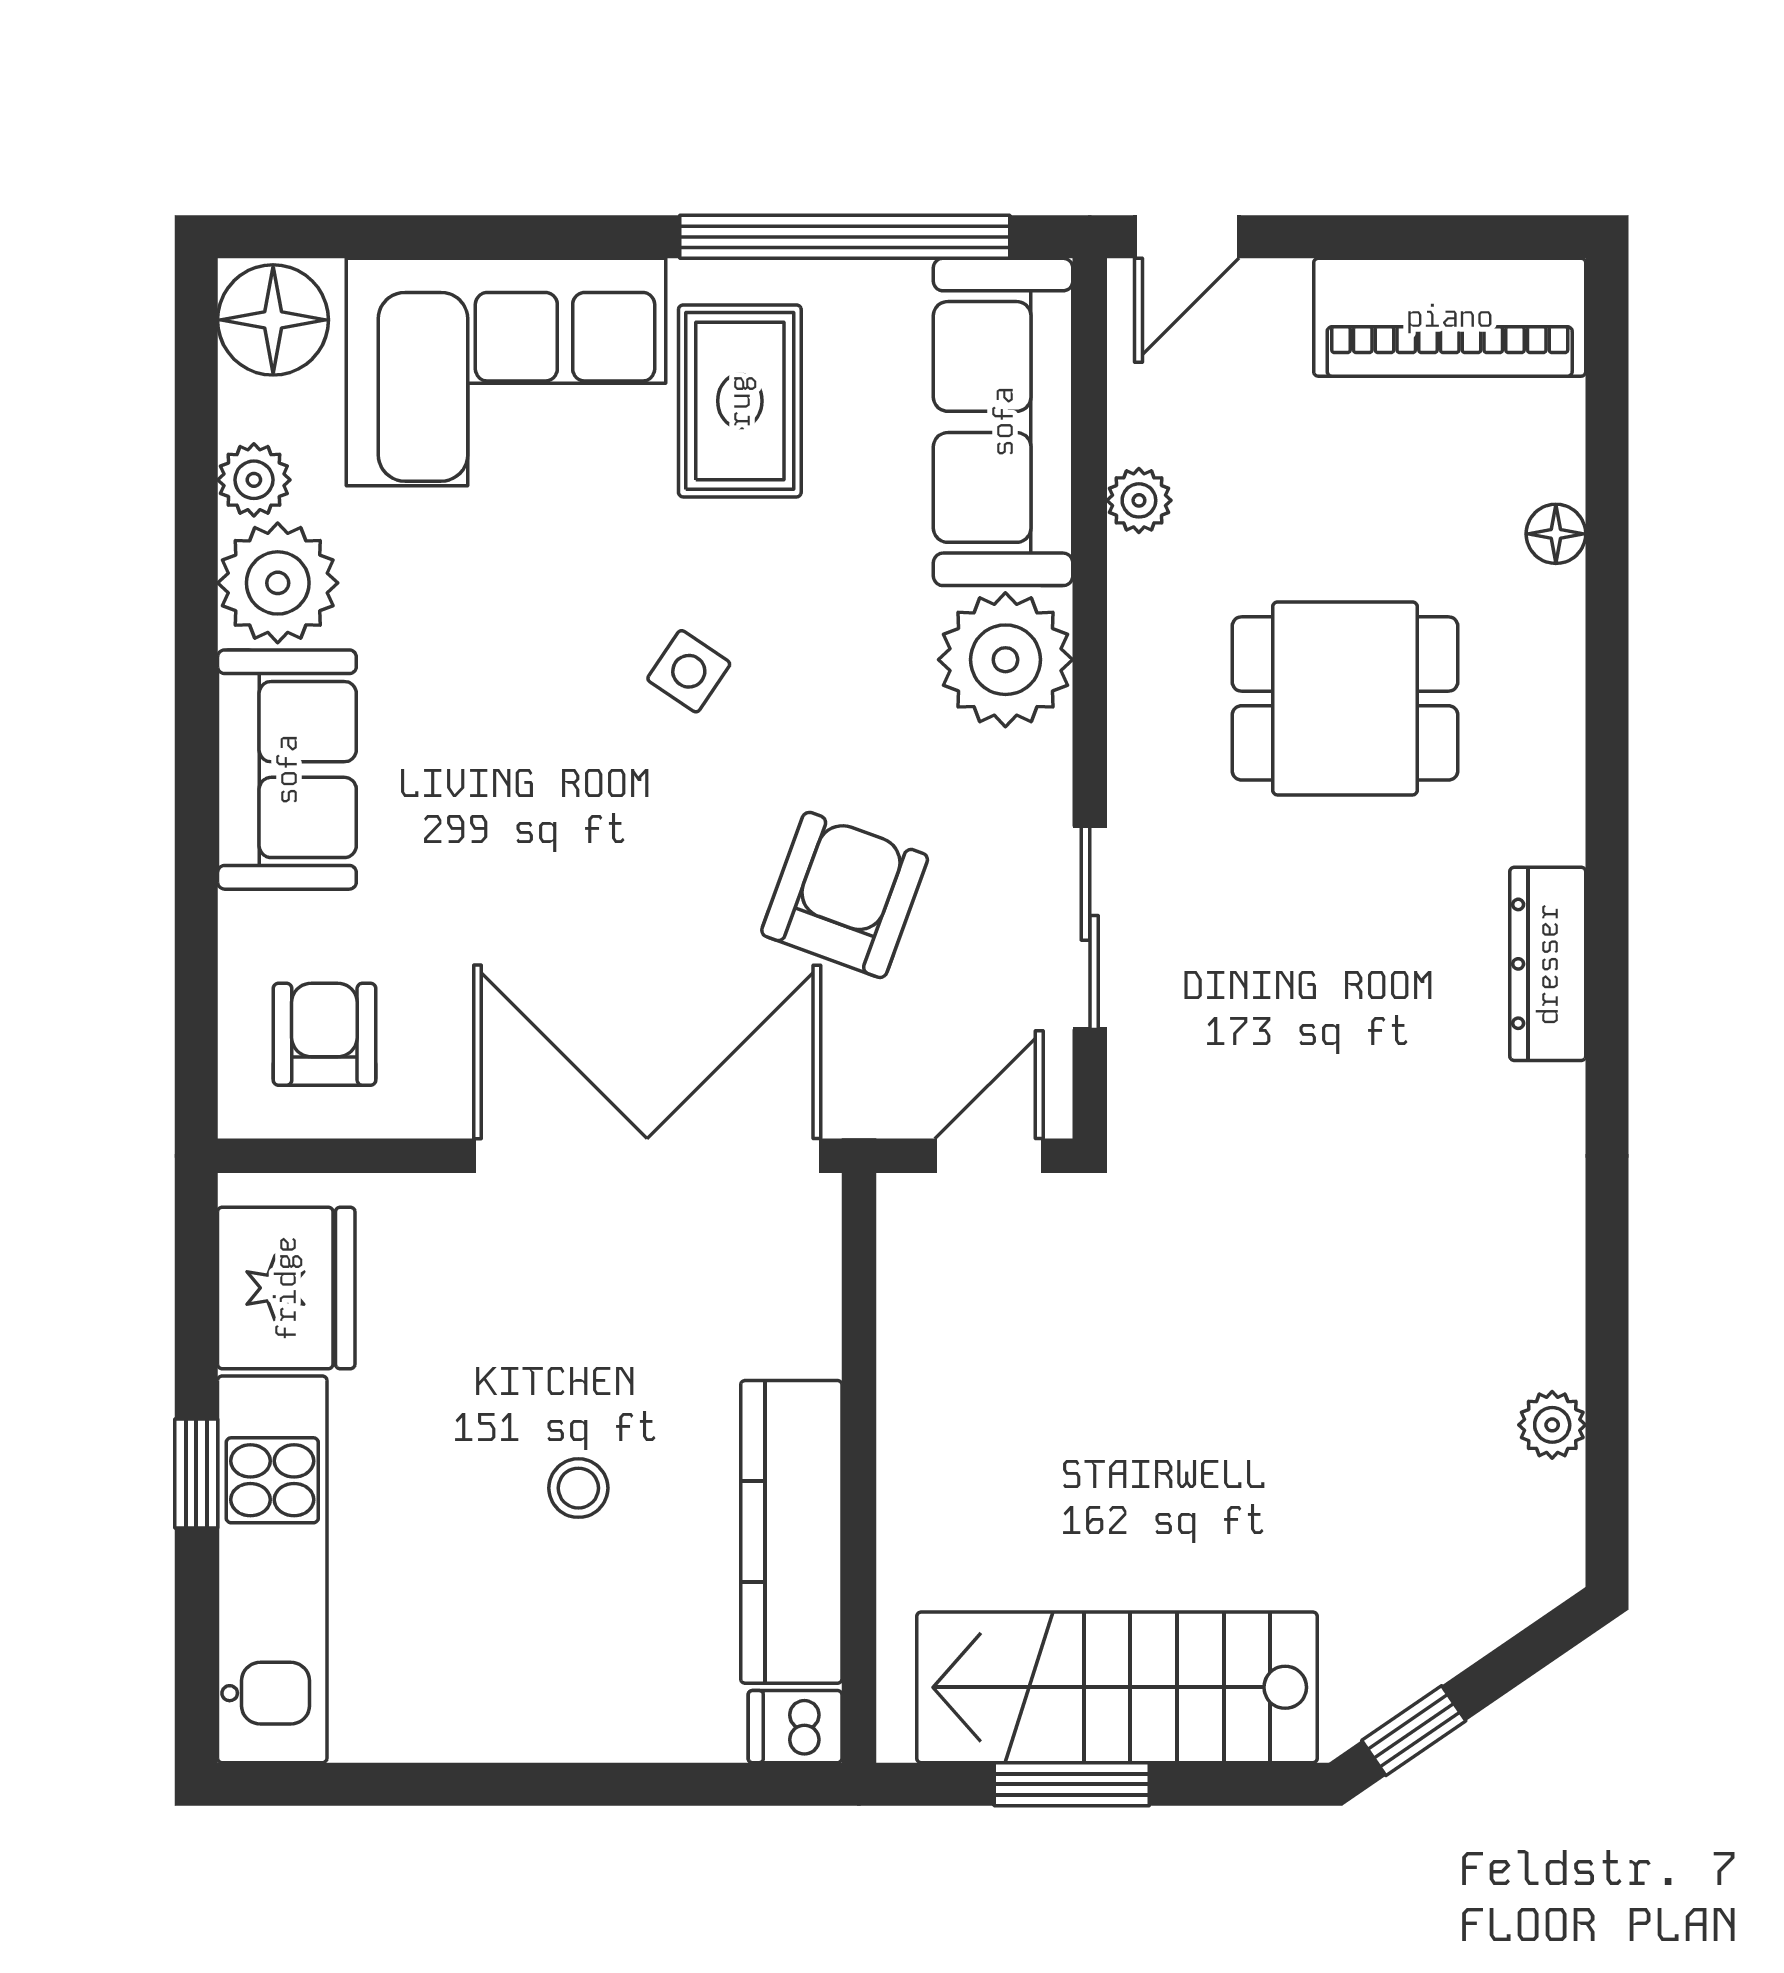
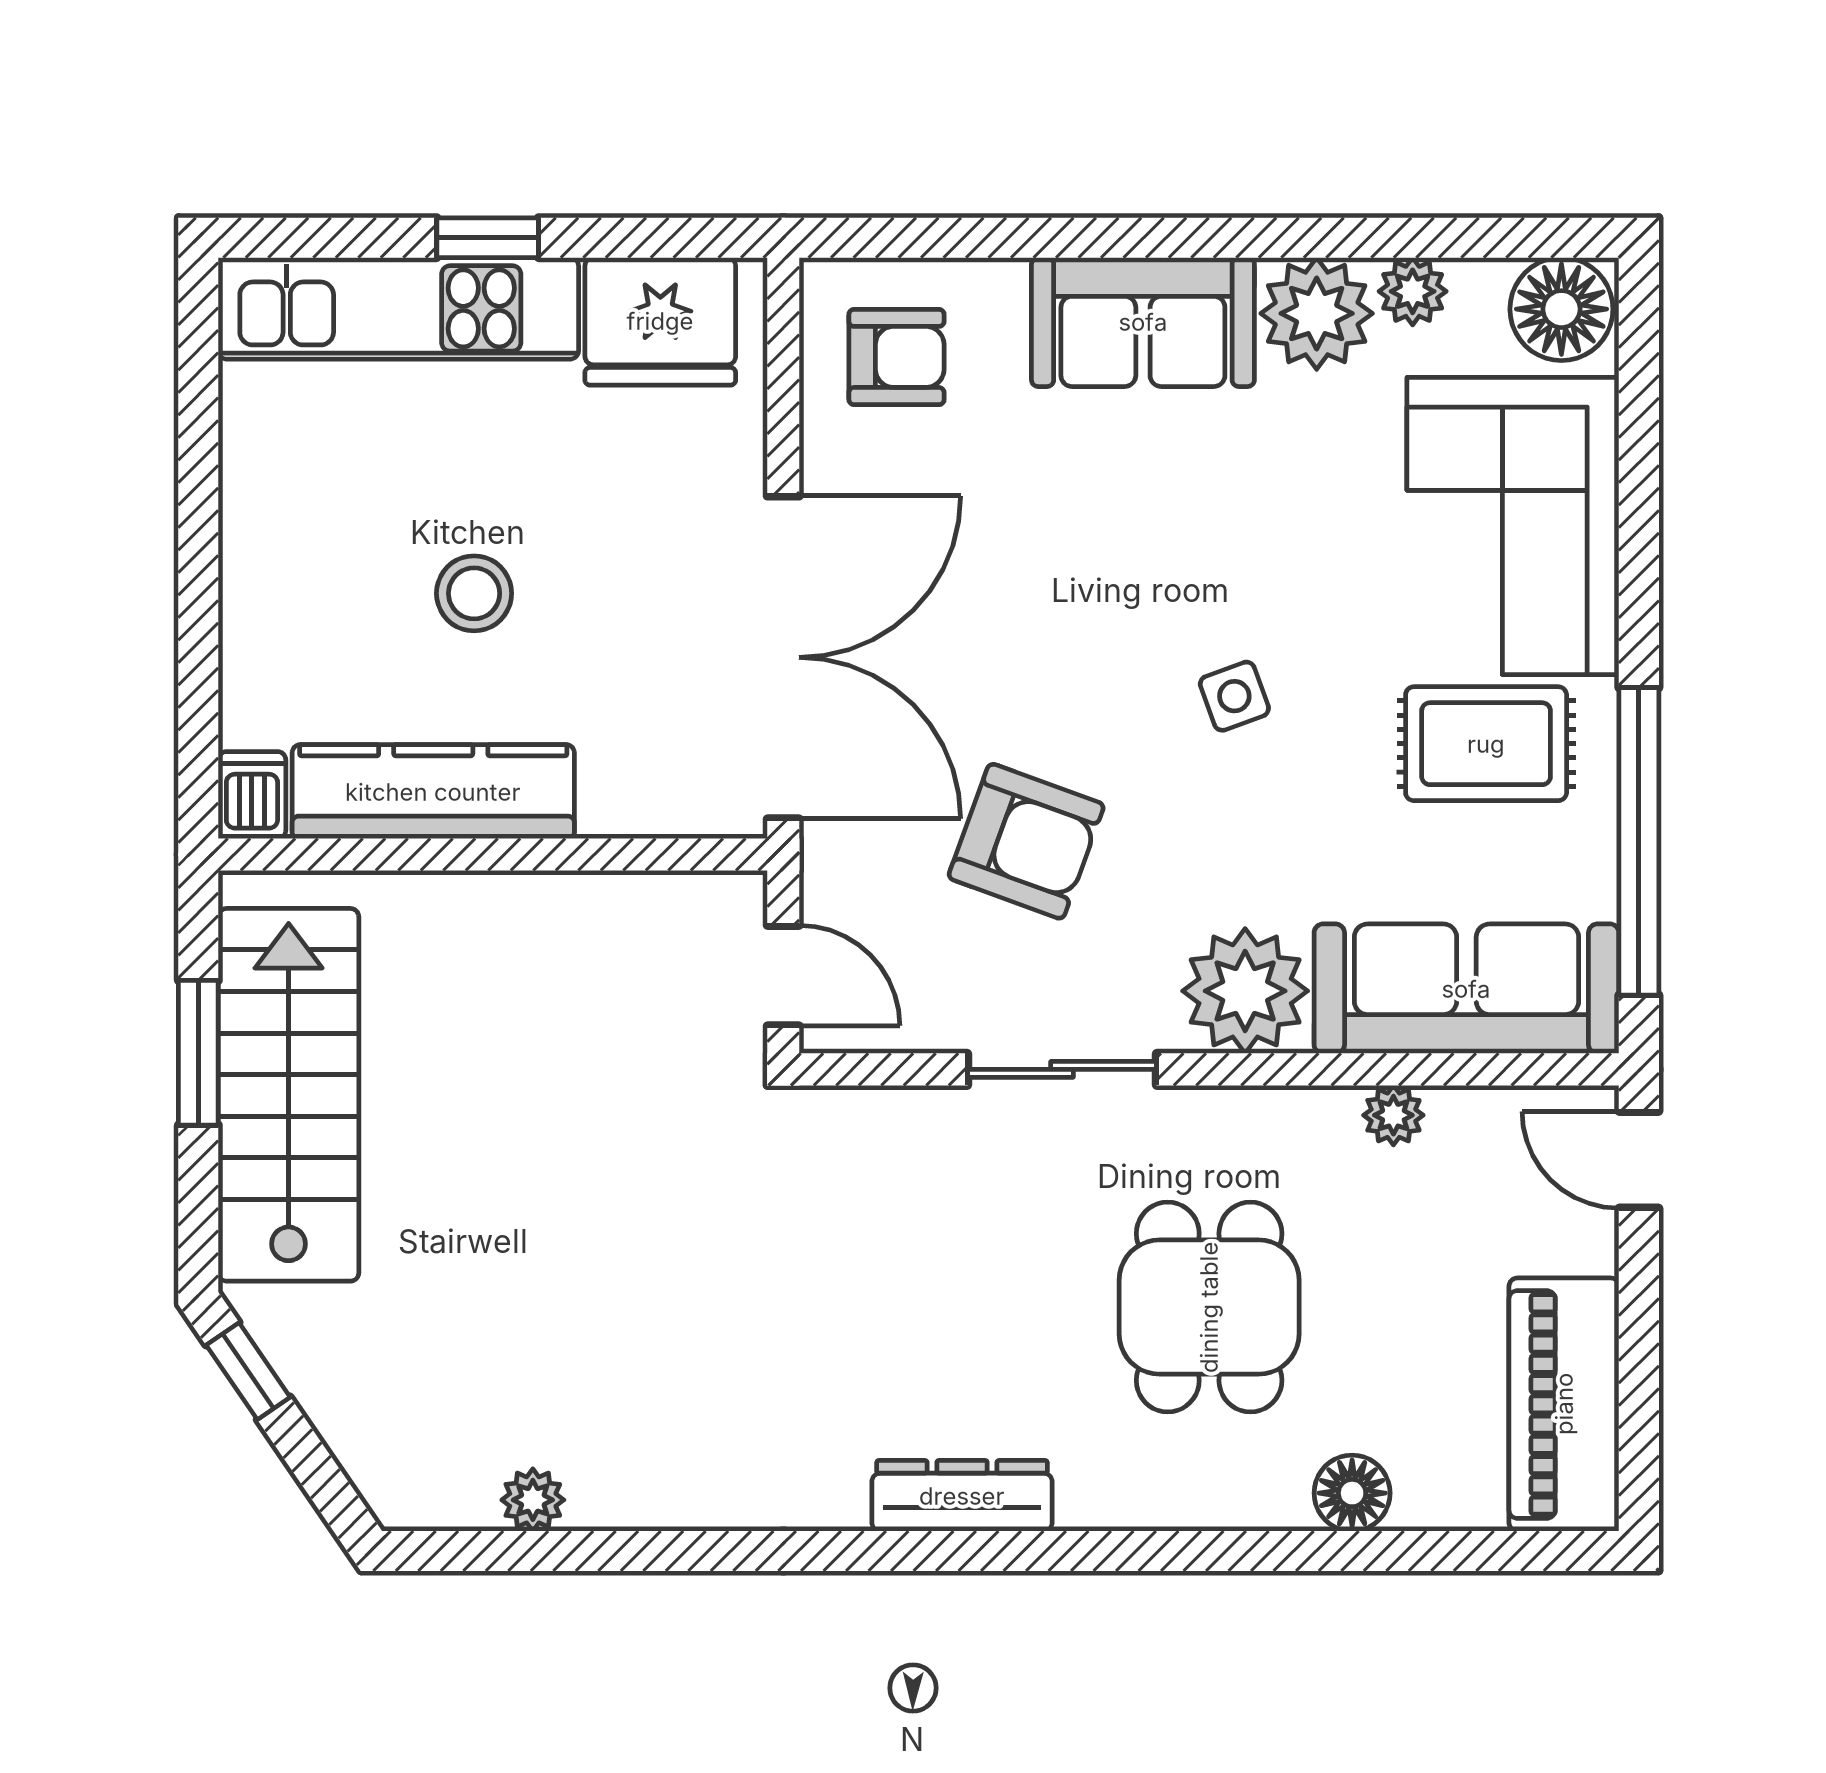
floor lamp: (1556, 534) -> (1352, 1493), width x1.37, depth x1.37
side table: (689, 671) -> (1234, 696), turned 36
sliding door: (1090, 928) -> (1062, 1069), moved
stool: (578, 1488) -> (474, 593), width x1.37, depth x1.37

